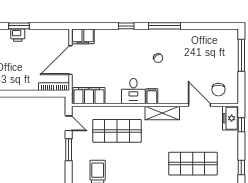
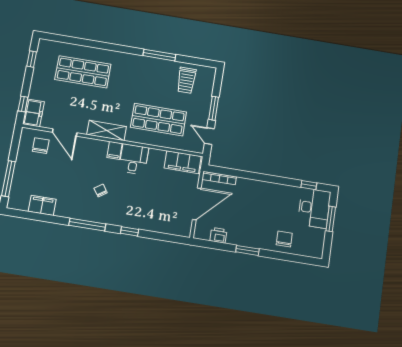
printer: (18, 35) -> (218, 235), moved
filing cabinet: (83, 36) -> (42, 205), moved

